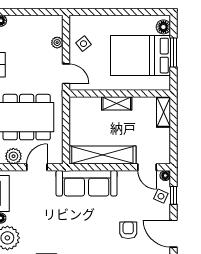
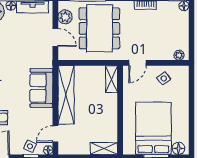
plant: (57, 43) -> (179, 55), moved
shelving: (117, 103) -> (111, 79), moved
sofa: (87, 183) -> (41, 88), width x0.73

